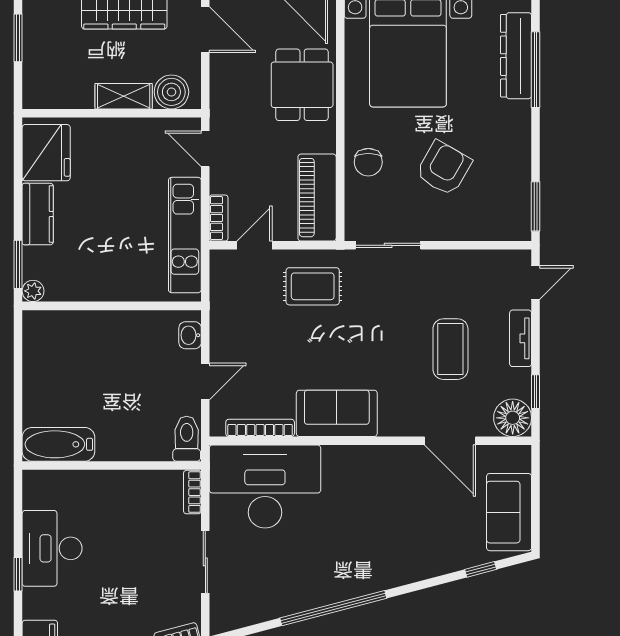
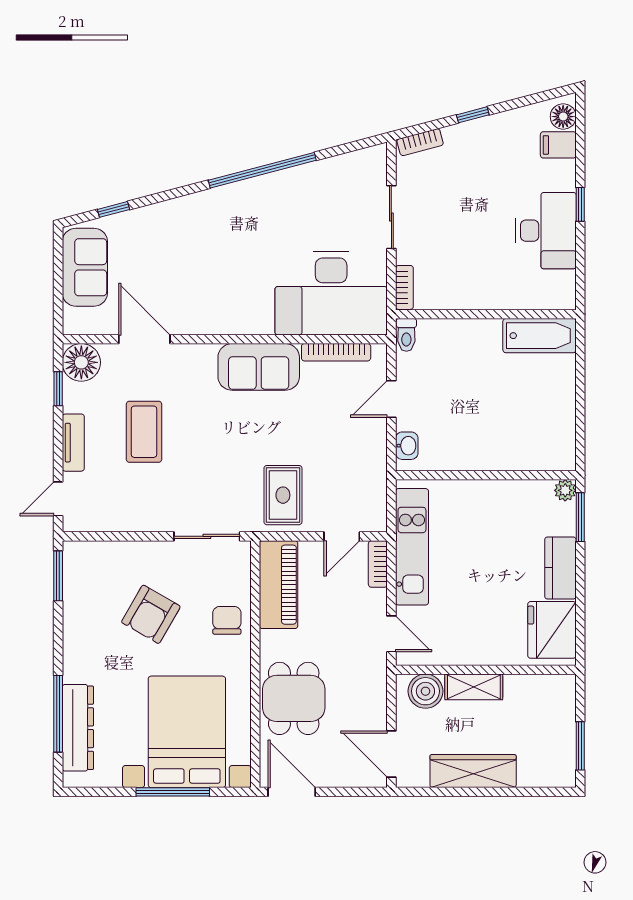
rug: (313, 286) -> (283, 495), turned 90
toilet: (187, 439) -> (406, 335), width x0.73, depth x0.72

